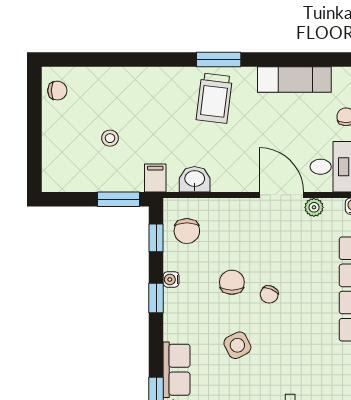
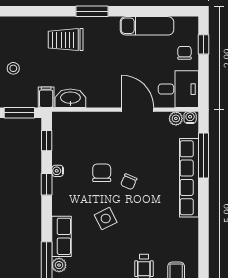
trolley: (214, 98) -> (66, 40), moved, turned 83
washbasin: (195, 179) -> (70, 98), width x1.38
plant: (314, 207) -> (176, 118), moved
chair: (187, 231) -> (69, 136), removed

